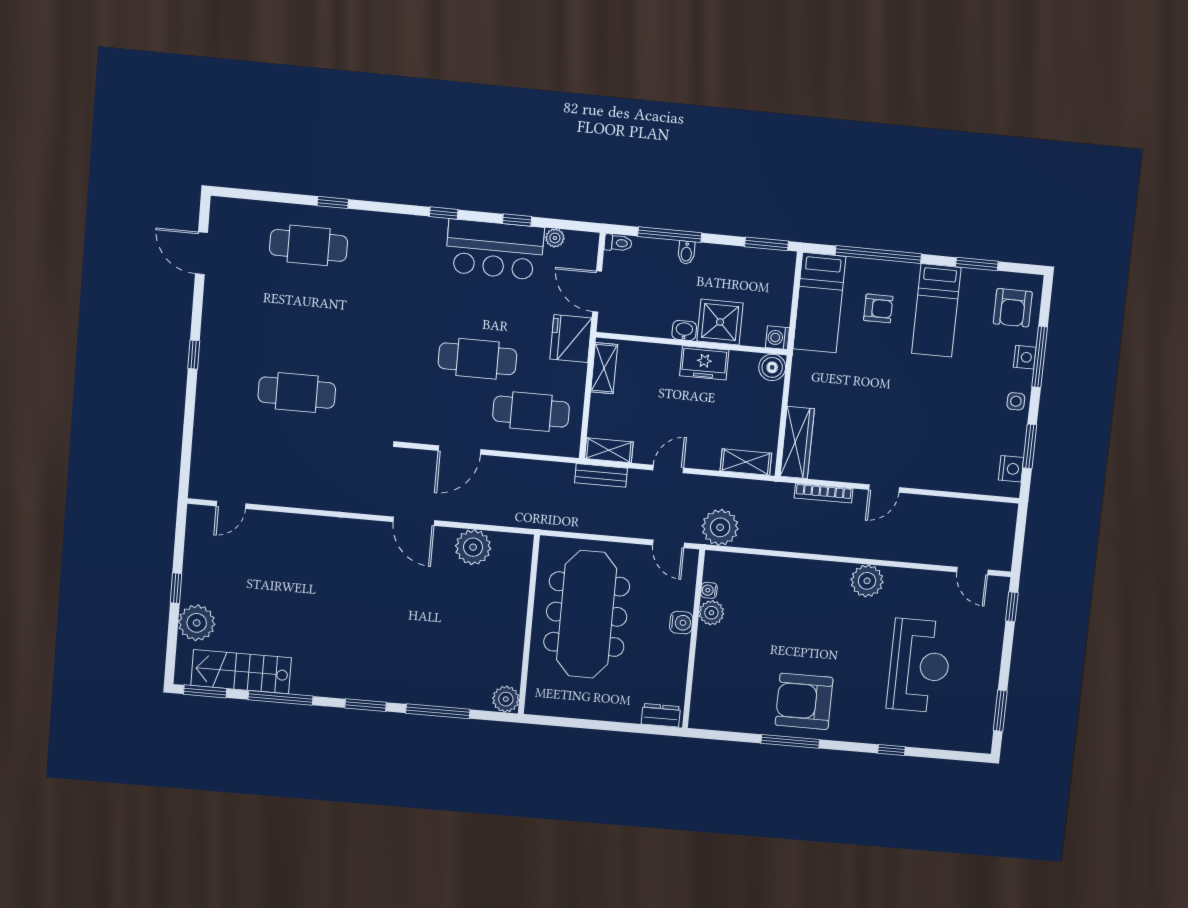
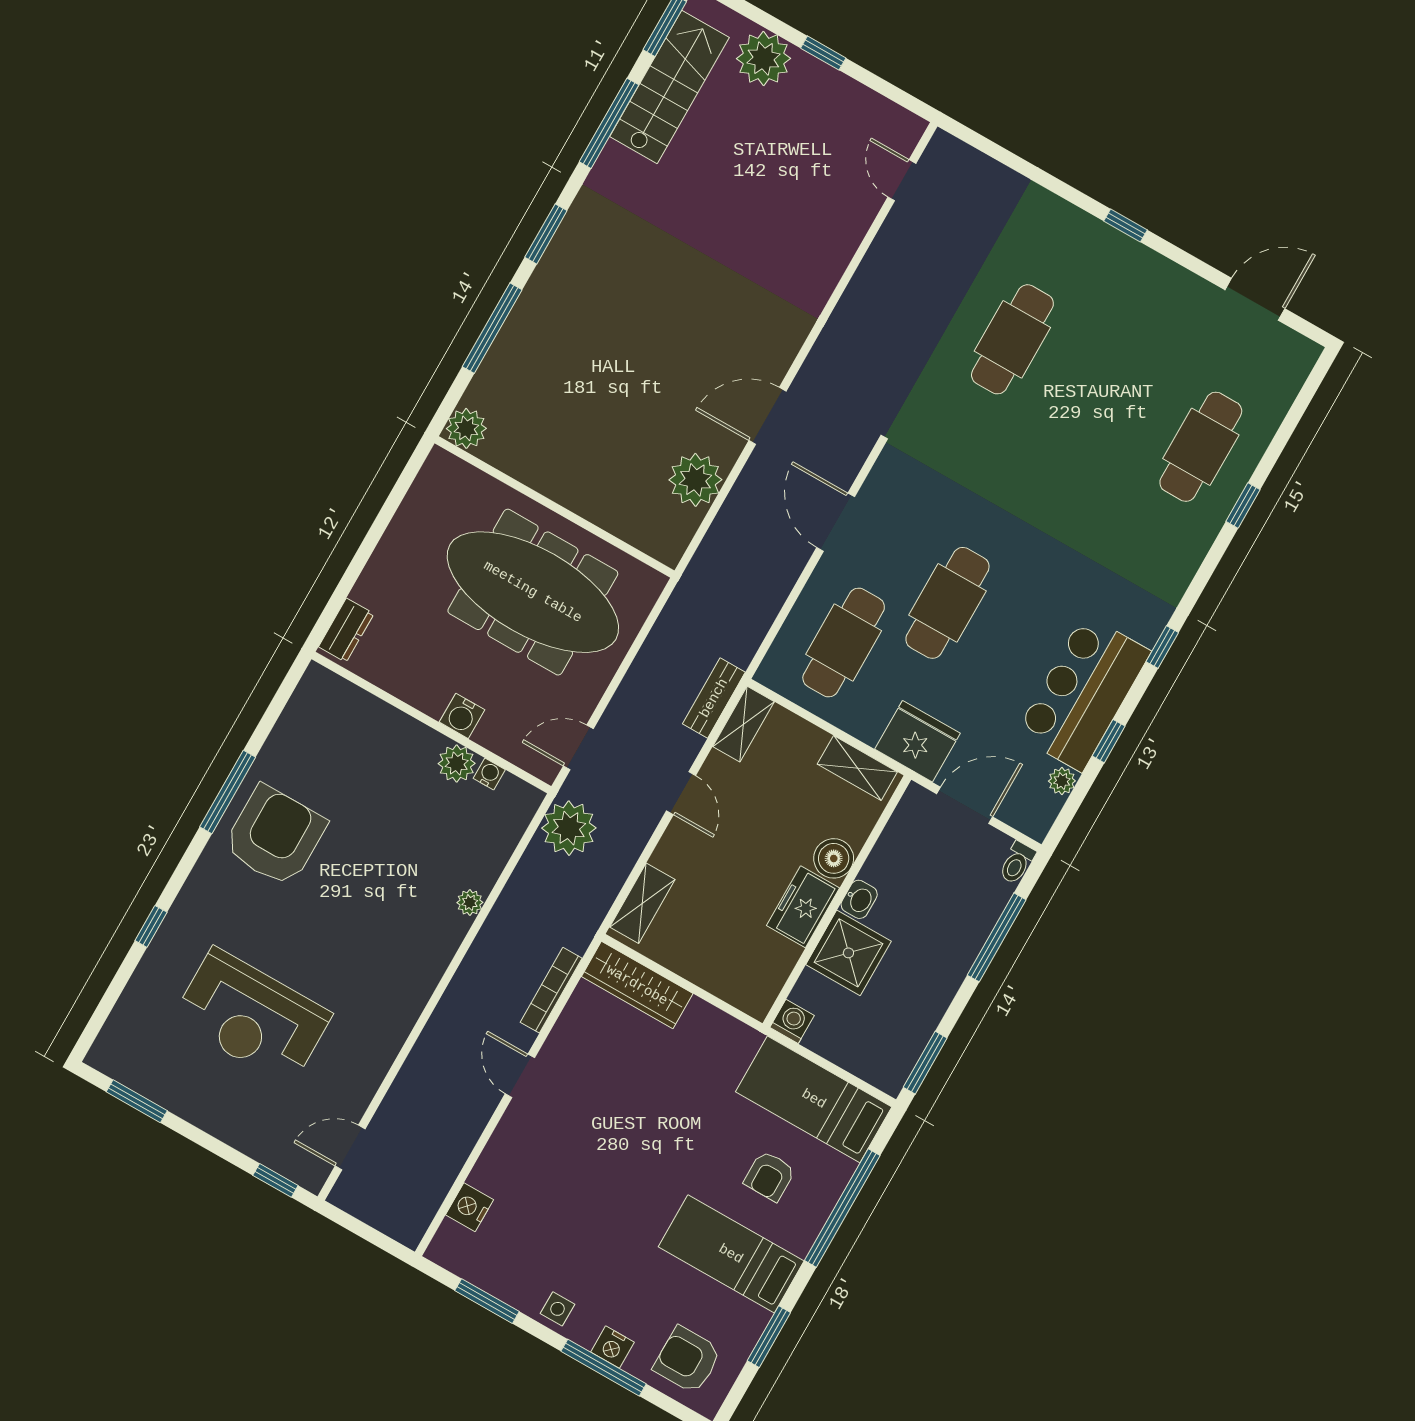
bidet: (686, 253) -> (962, 949), removed
boiler: (772, 367) -> (834, 858), moved
nightstand: (1011, 469) -> (469, 1207), moved, turned 90
plant: (867, 581) -> (470, 903), moved, width x0.53, depth x0.53

